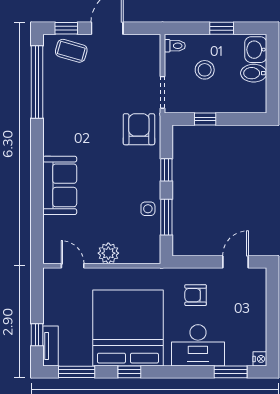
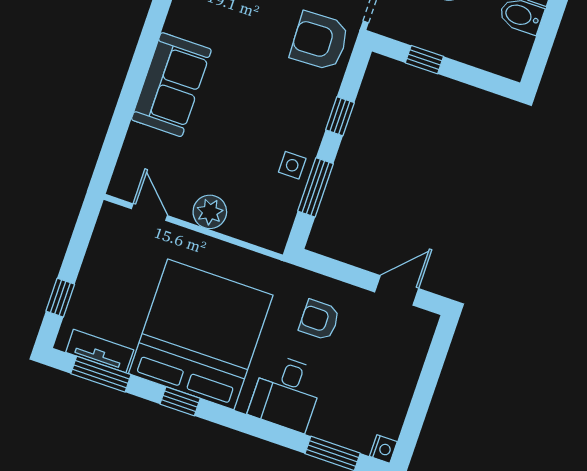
armchair: (139, 129) -> (320, 41), turned -92
desk: (198, 345) -> (286, 393), width x0.73
tv unit: (50, 346) -> (100, 351), moved, turned -90

